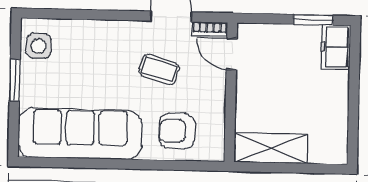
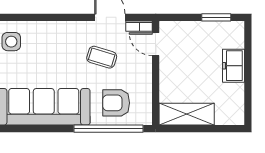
freezer: (336, 47) -> (234, 66), moved
window: (166, 165) -> (109, 129), added

